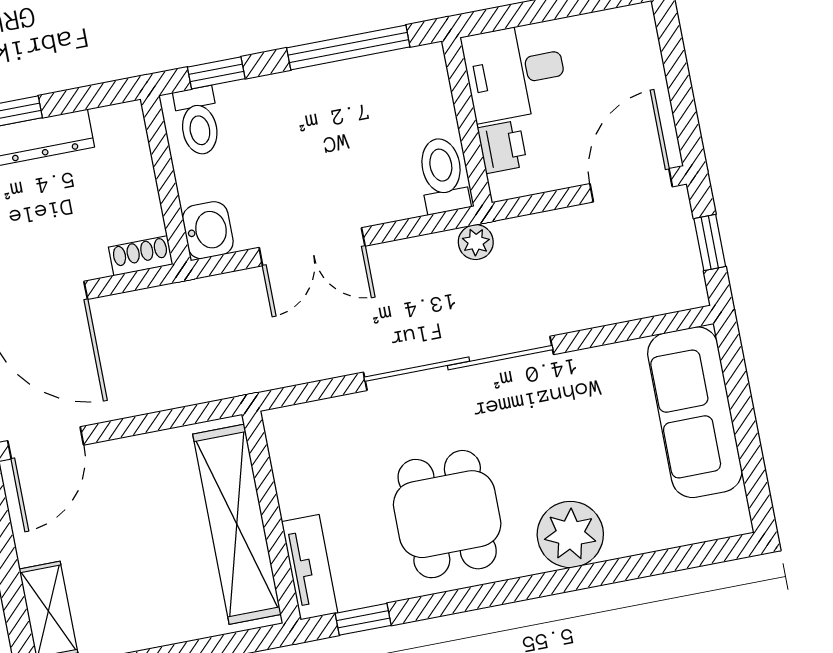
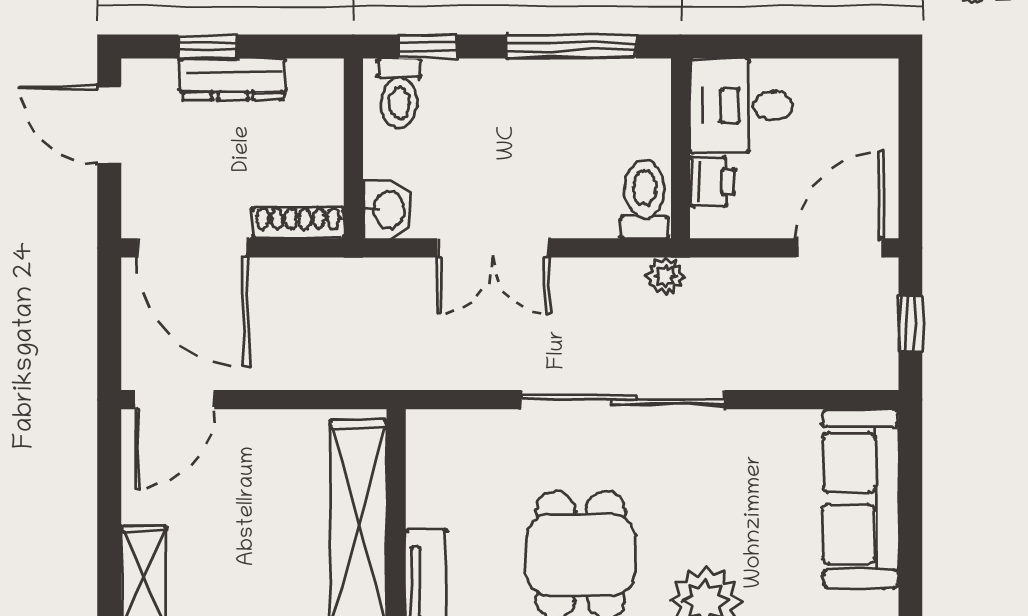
shoe rack: (141, 256) -> (298, 223), width x1.43

